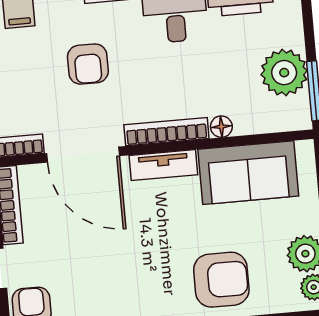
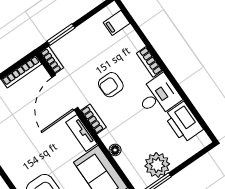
armchair: (88, 64) -> (111, 85), moved
bookcase: (166, 132) -> (93, 119), width x0.64

